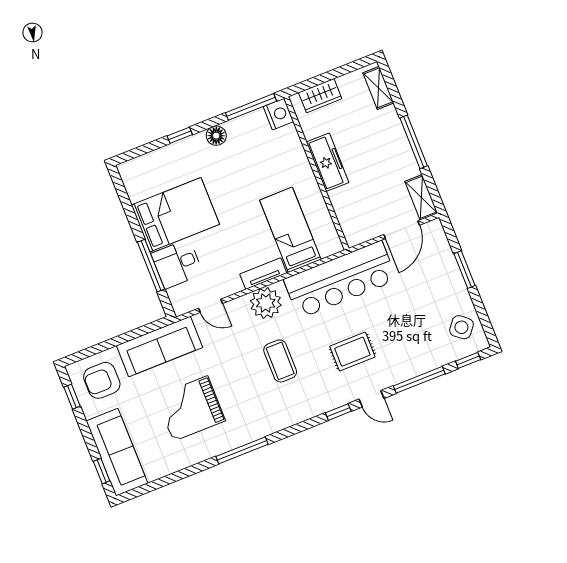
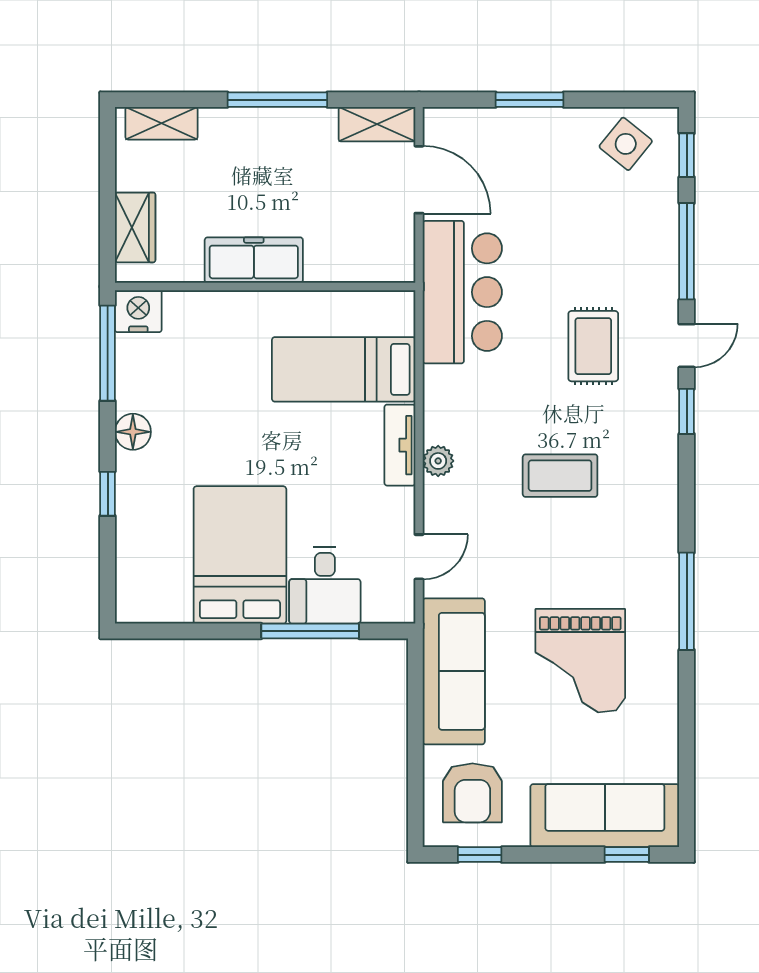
bar counter: (340, 280) -> (462, 292), width x0.73
plant: (266, 303) -> (438, 461), width x0.53, depth x0.53

